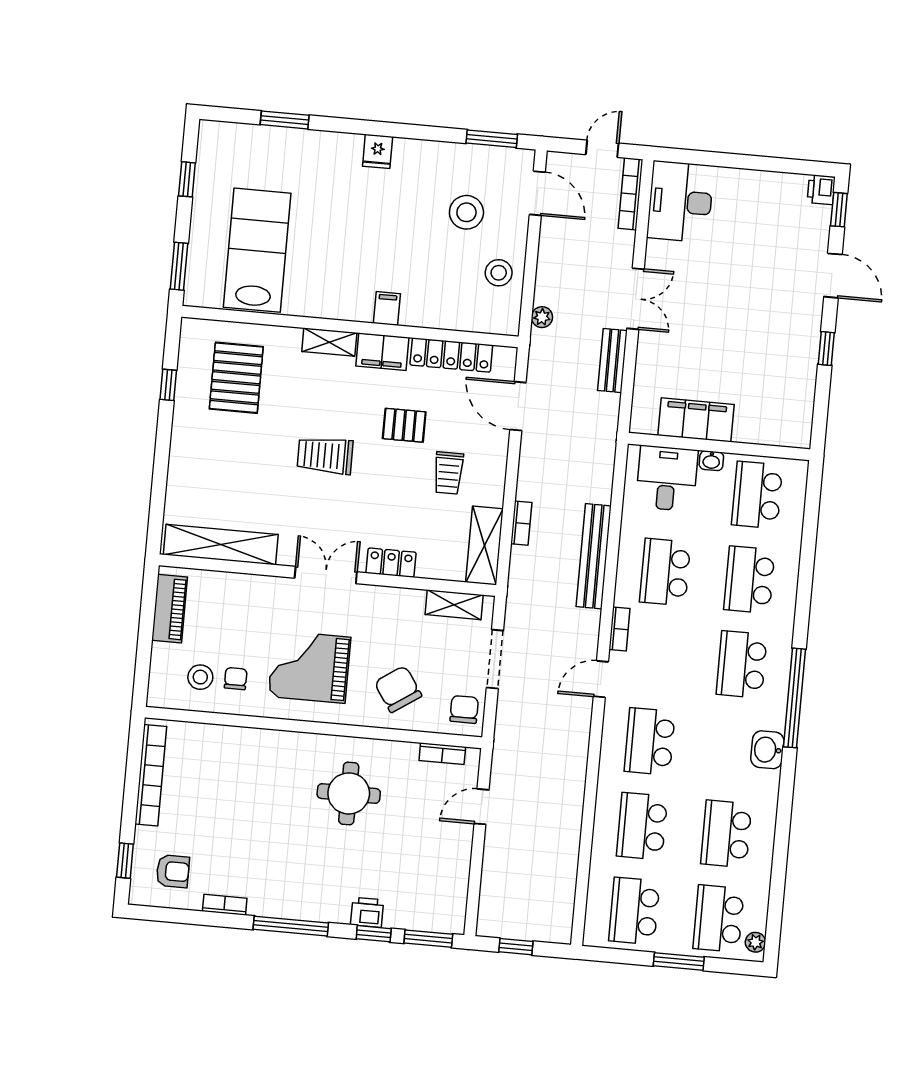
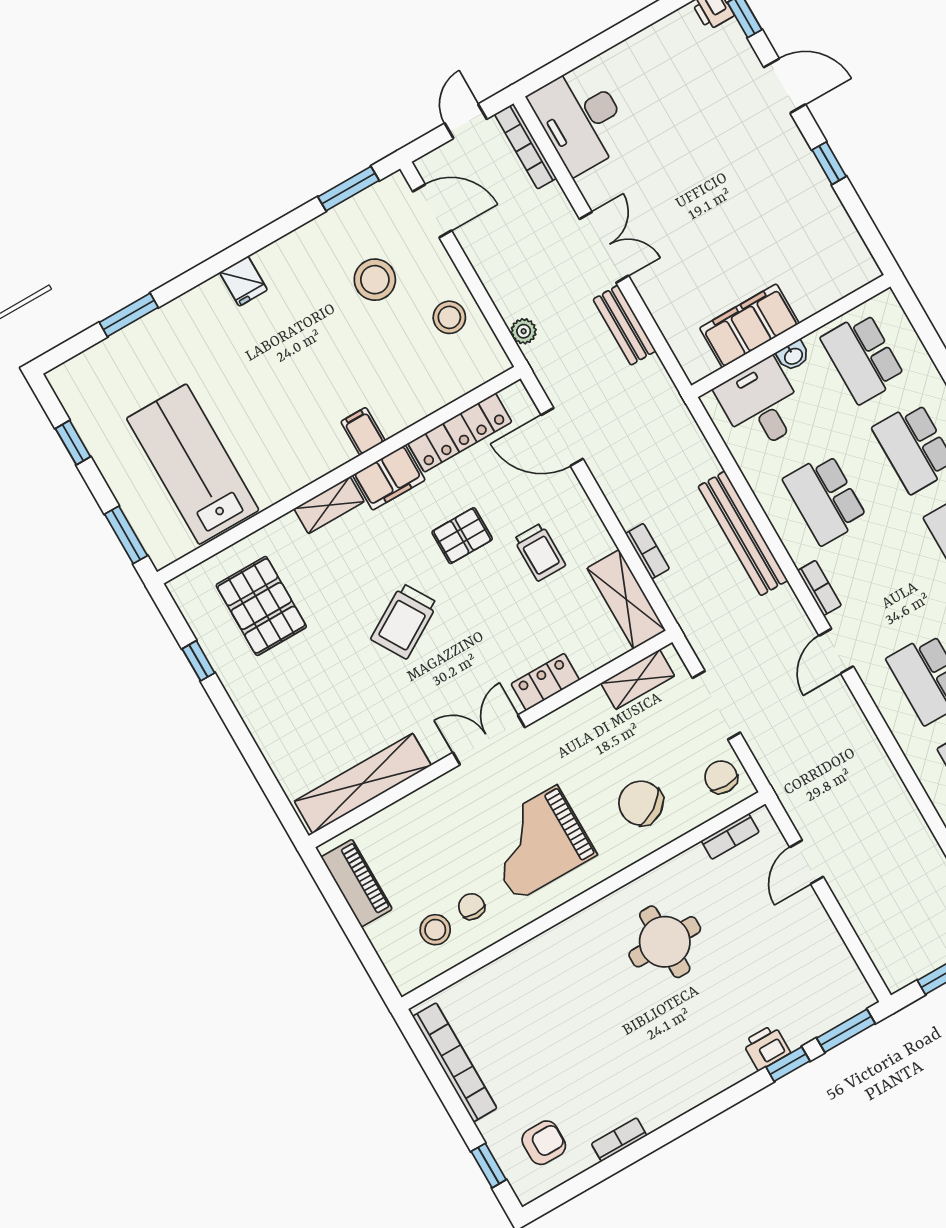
trolley: (325, 455) -> (404, 621), turned -31
window: (291, 926) -> (700, 1115), removed

